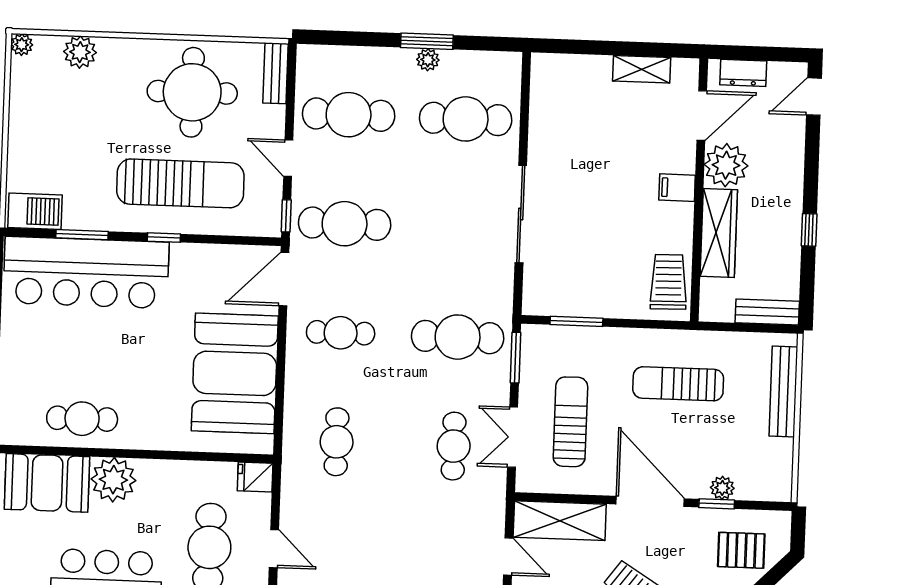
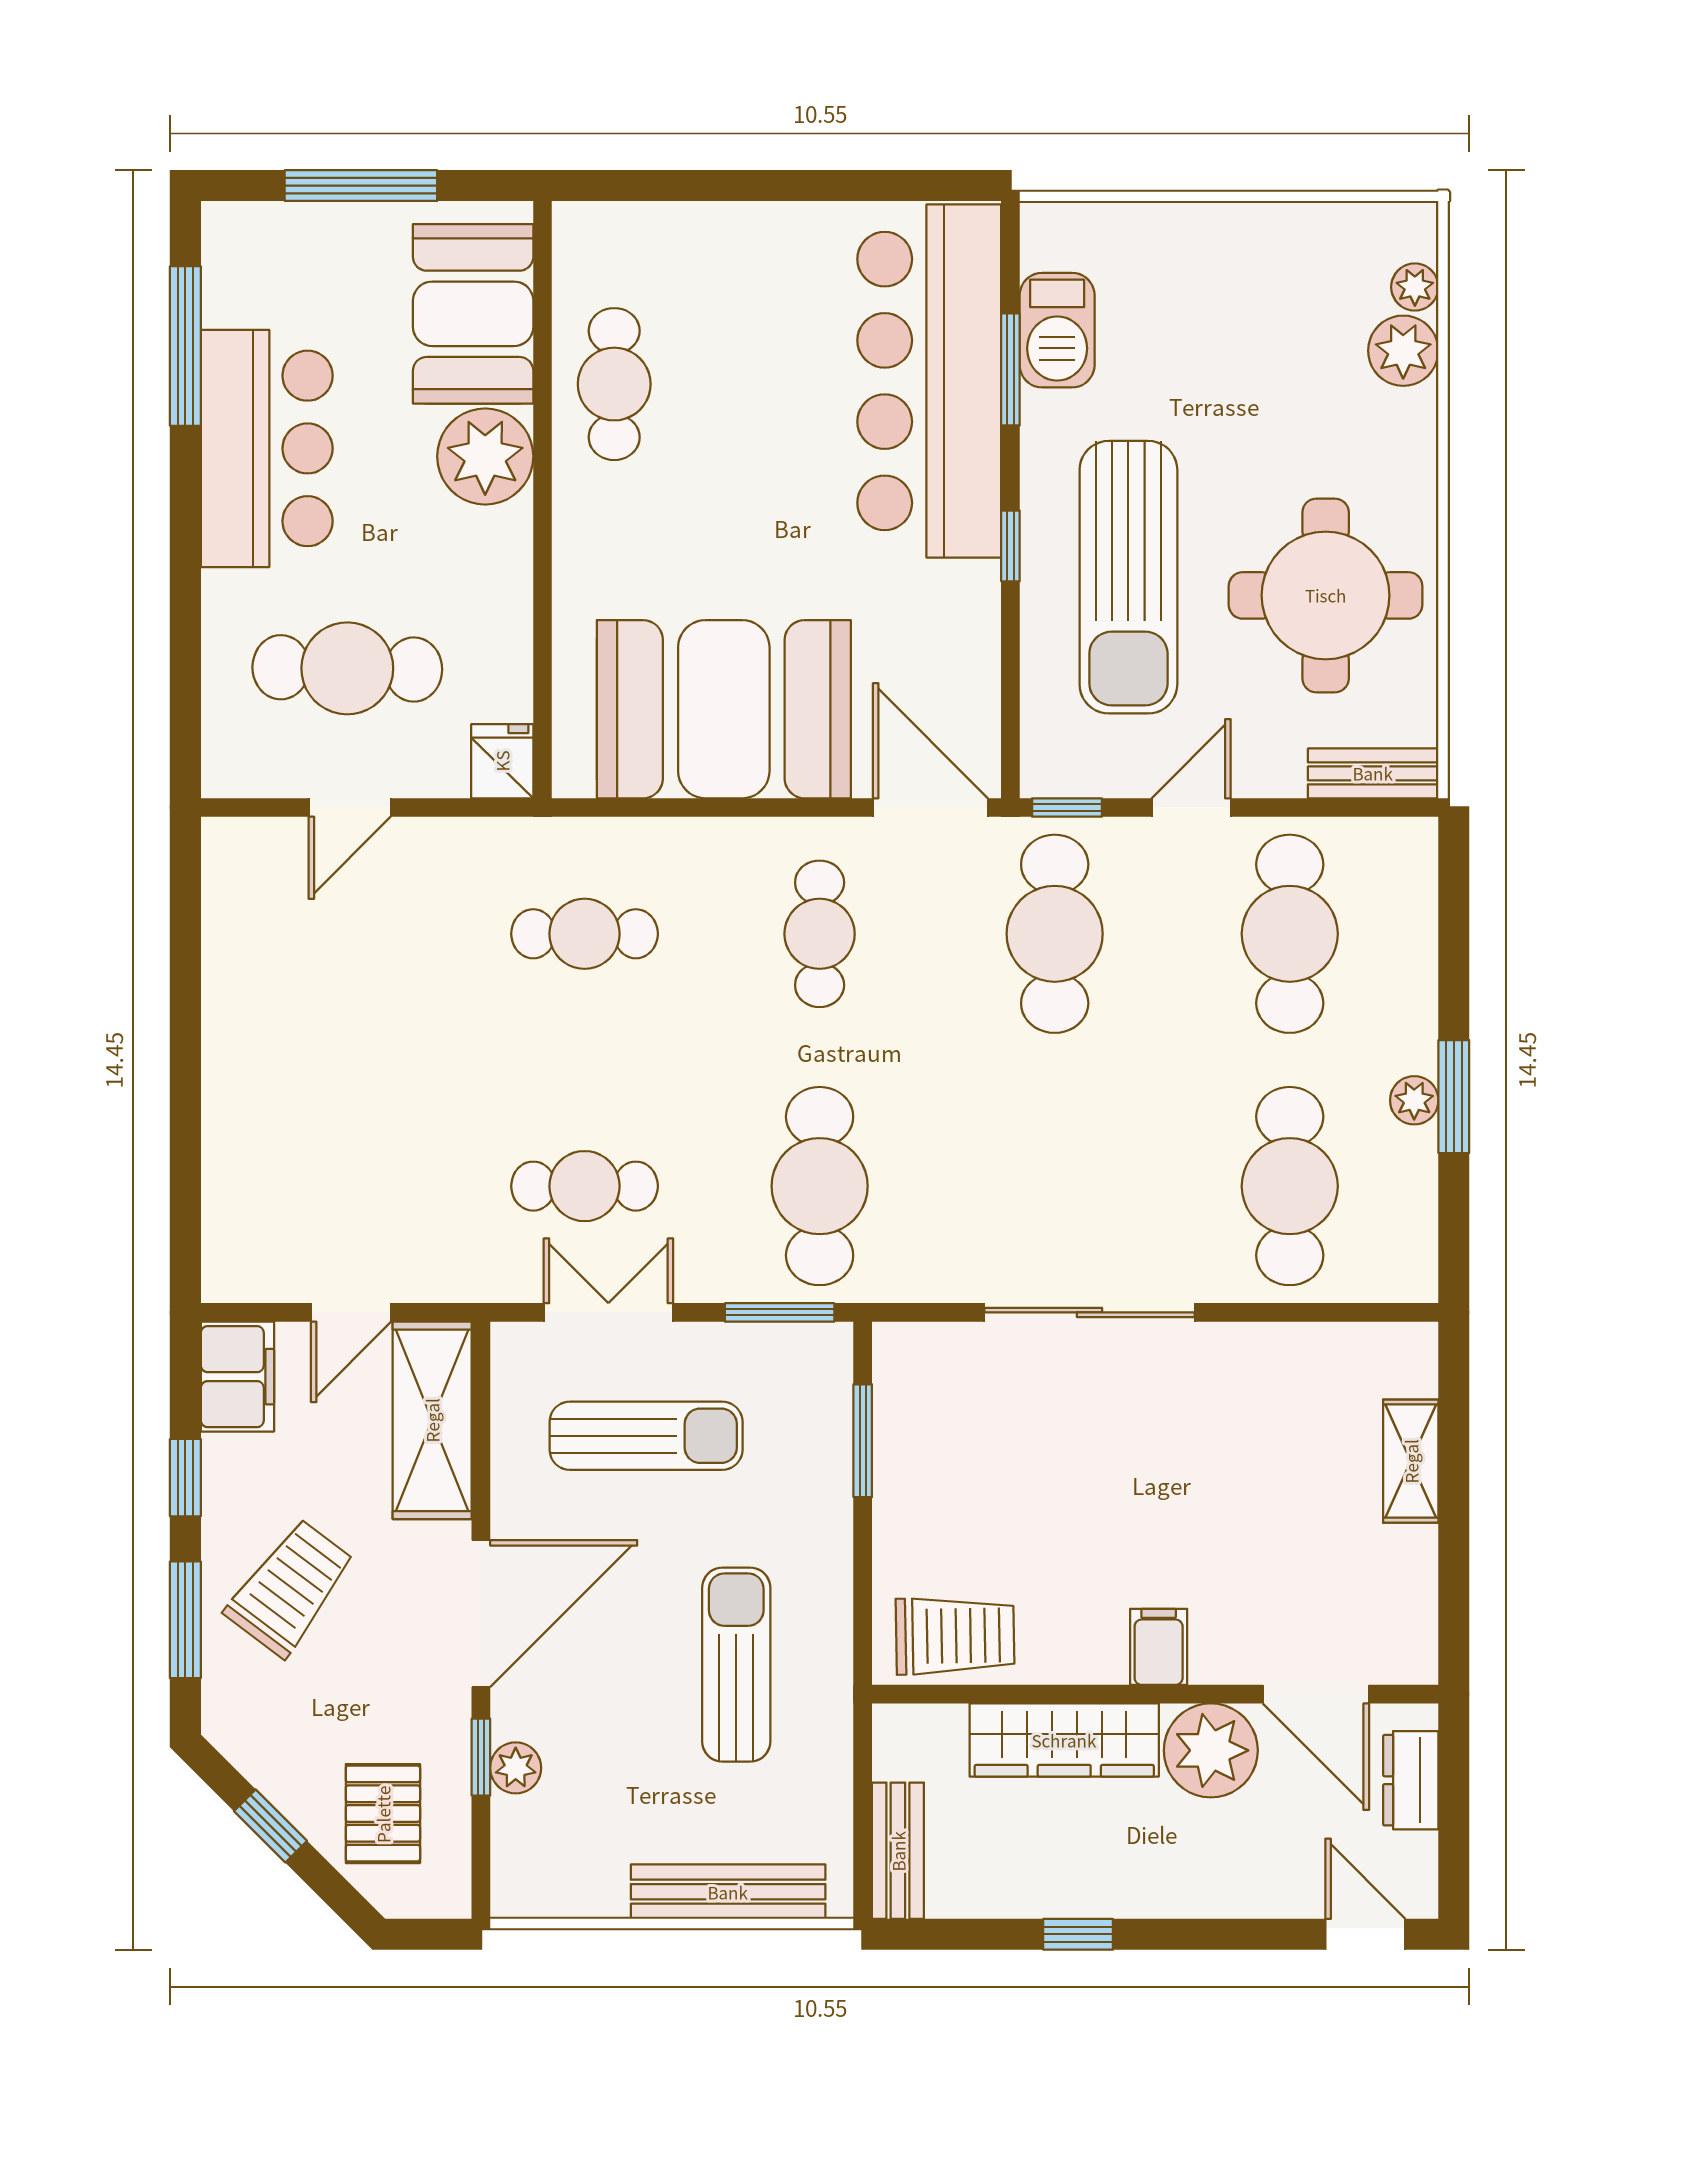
plant: (22, 45) -> (1415, 287), moved
shelving: (642, 69) -> (1411, 1461), moved
barbecue: (35, 211) -> (1057, 330), moved

